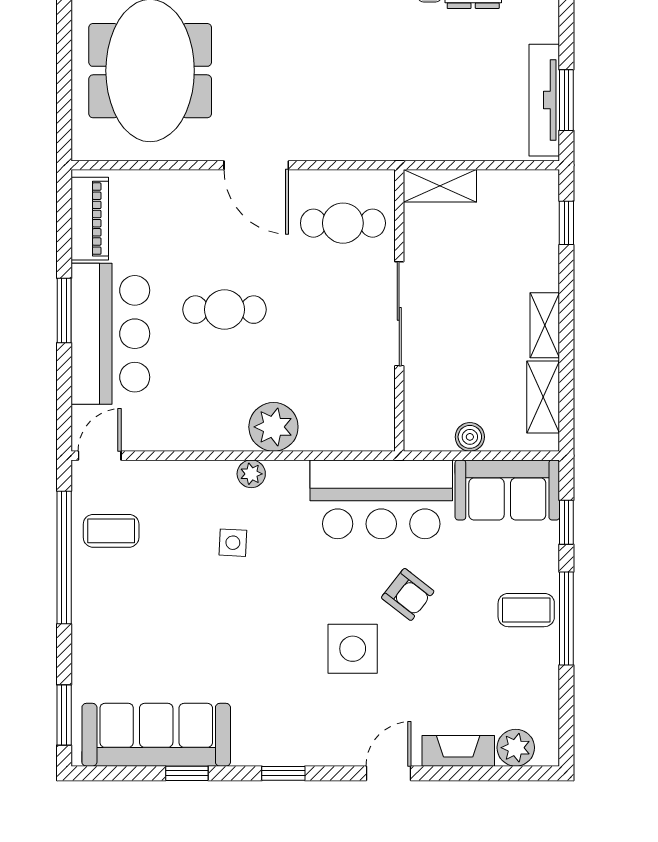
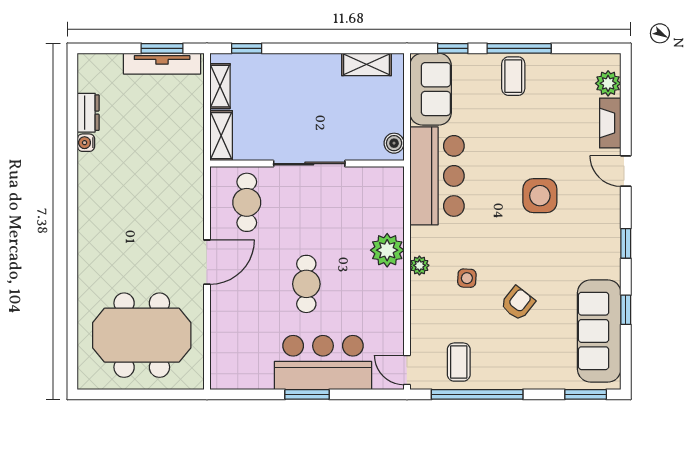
piano: (90, 219) -> (244, 377), removed
shelving: (545, 325) -> (220, 86), moved, turned 90
boiler: (470, 437) -> (394, 143), moved
armchair: (408, 594) -> (518, 303), moved

